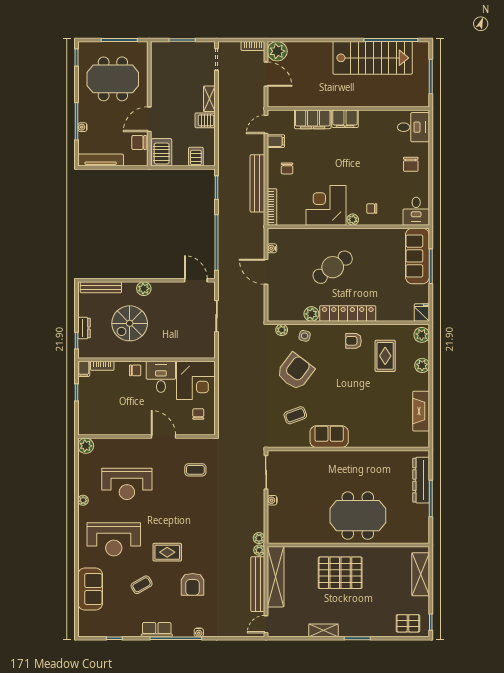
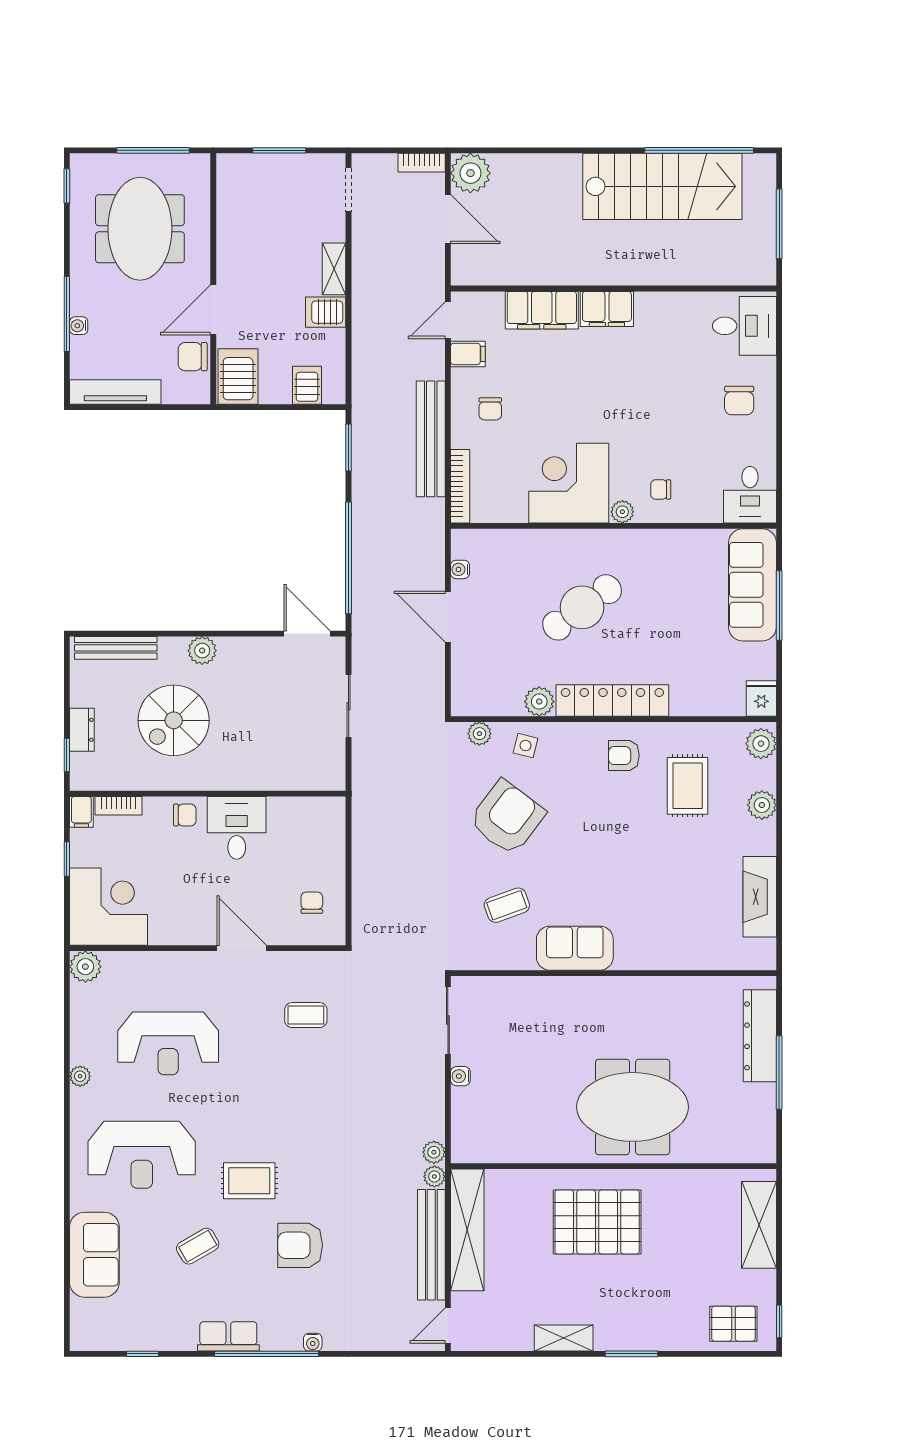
meeting table: (113, 79) -> (140, 229), turned 90
corner desk: (196, 380) -> (109, 907), moved, turned -90
armchair: (193, 584) -> (300, 1245), turned 90

